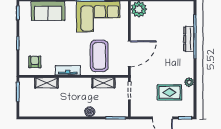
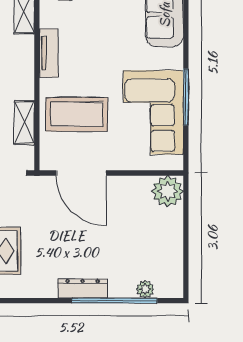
dresser: (189, 39) -> (83, 288), moved
plant: (189, 82) -> (145, 289), moved

